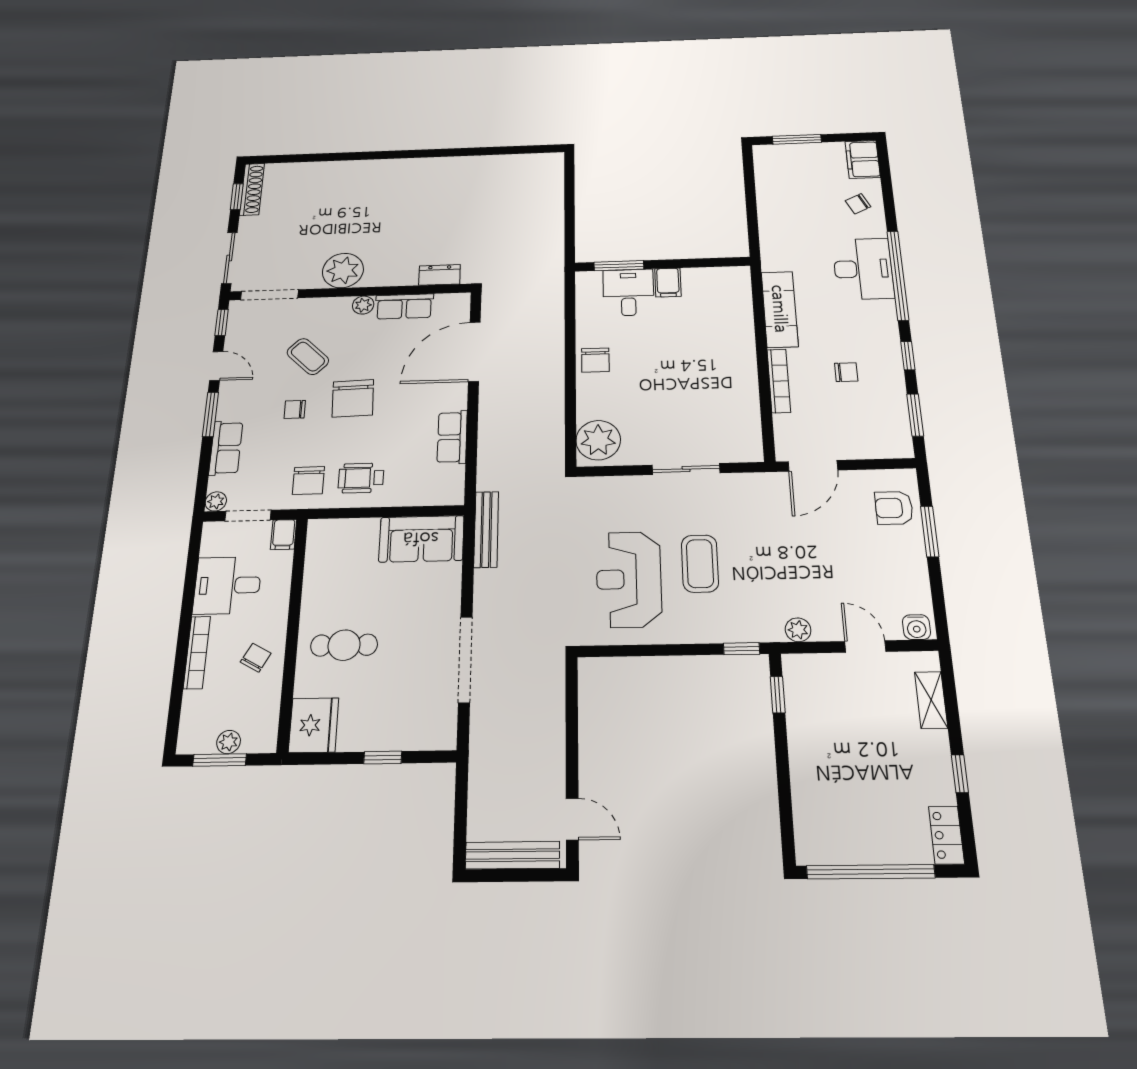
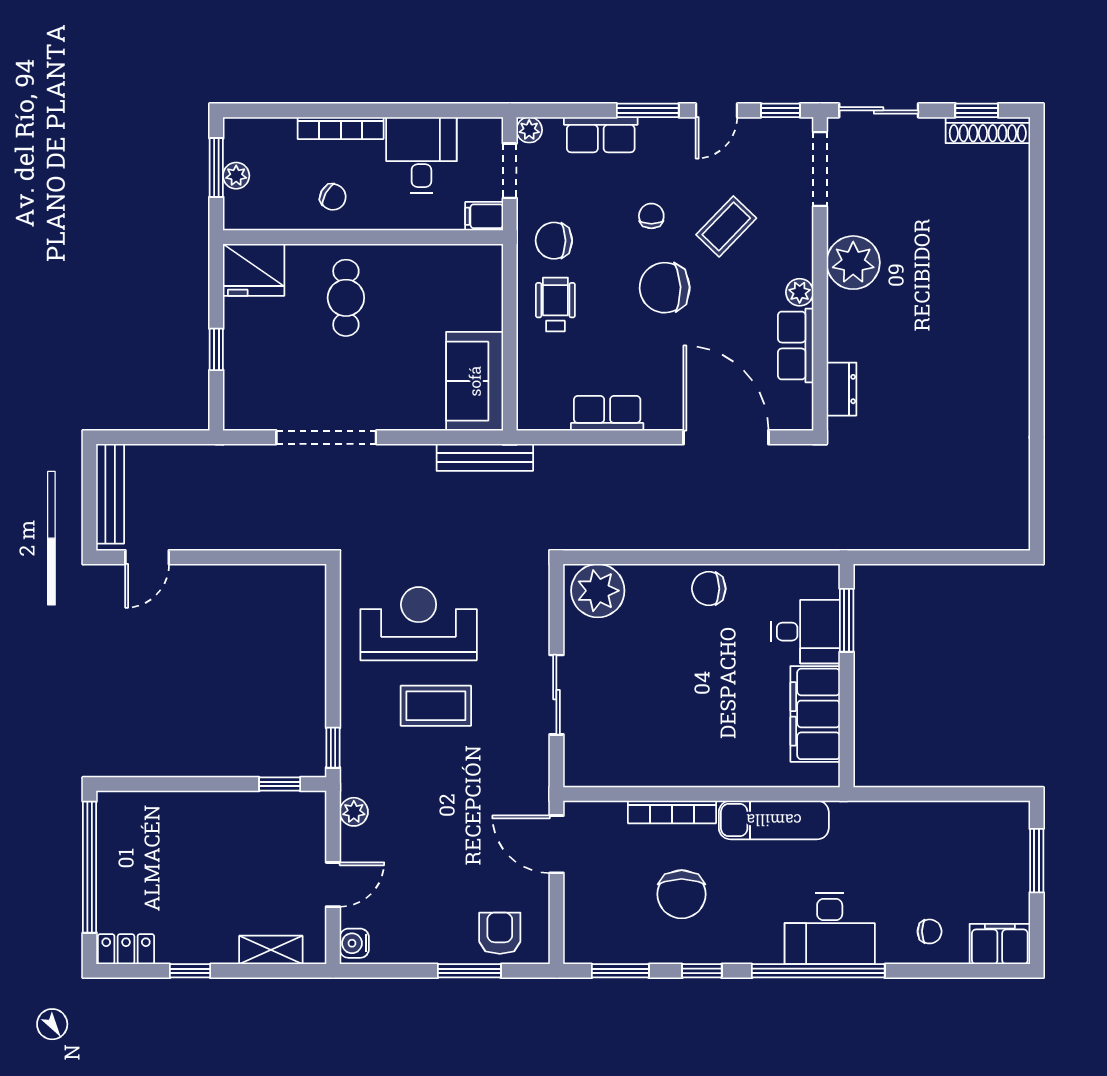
chair: (858, 204) -> (930, 931), turned 116
filing cabinet: (668, 283) -> (815, 714), width x3.00, depth x1.17
chair: (846, 372) -> (682, 894), width x1.87, depth x1.87

